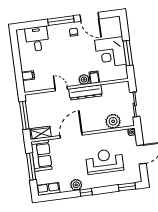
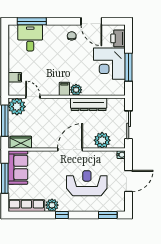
window: (61, 21) -> (32, 21), moved
printer: (115, 29) -> (118, 38), added
filing cabinet: (94, 77) -> (64, 89), moved
door: (61, 89) -> (33, 97), moved
dresser: (86, 92) -> (89, 104), moved
plant: (33, 101) -> (17, 107), added
door: (71, 135) -> (70, 150), moved
row of seats: (48, 189) -> (26, 206), width x1.48

